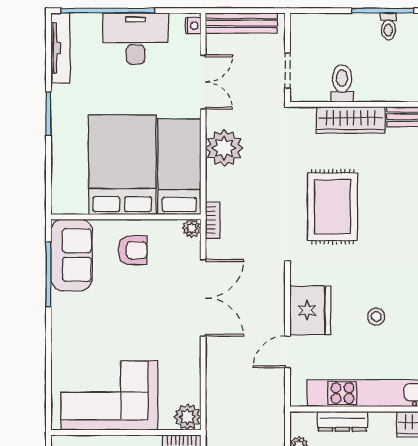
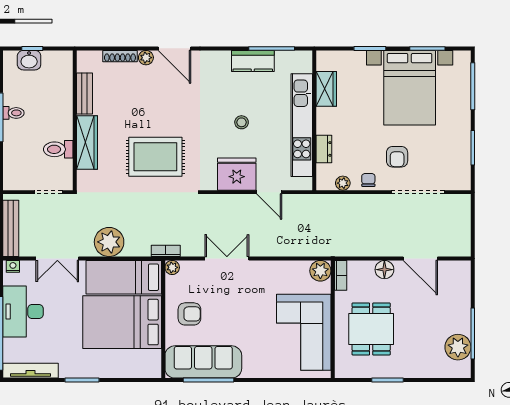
double door: (203, 82) -> (57, 258), swing flipped
armchair: (133, 250) -> (189, 314), turned 90
sofa: (71, 255) -> (203, 362), width x1.36
double door: (203, 298) -> (227, 258), width x0.73
dresser: (342, 421) -> (324, 149), width x0.70

